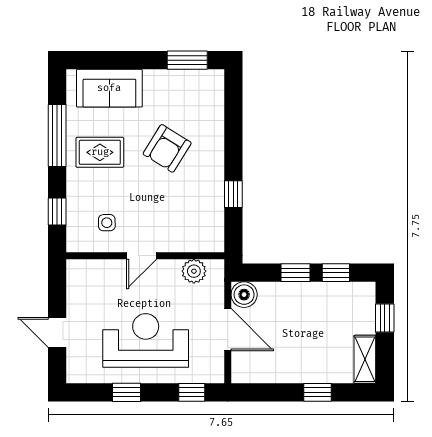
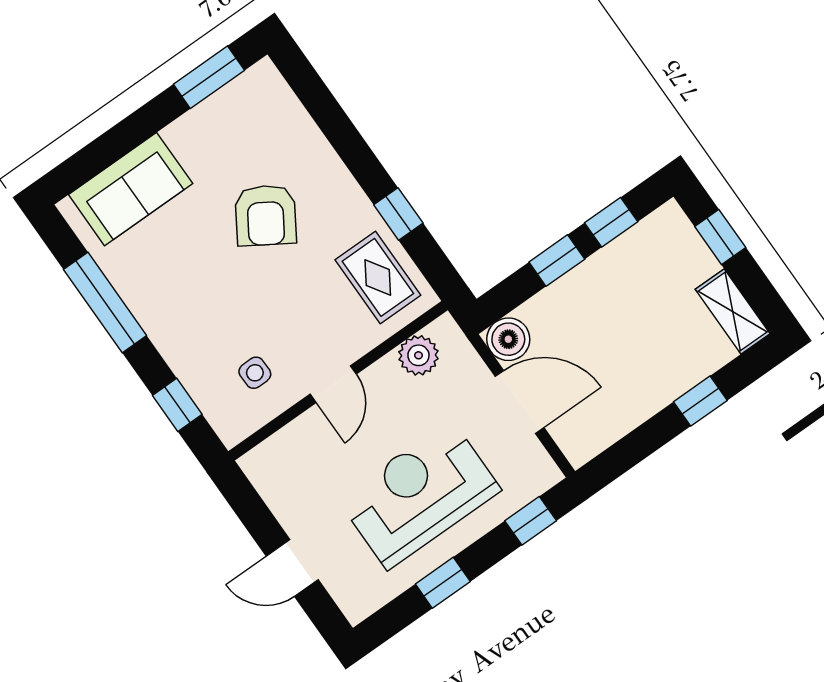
rug: (100, 152) -> (378, 277), moved, turned 90

